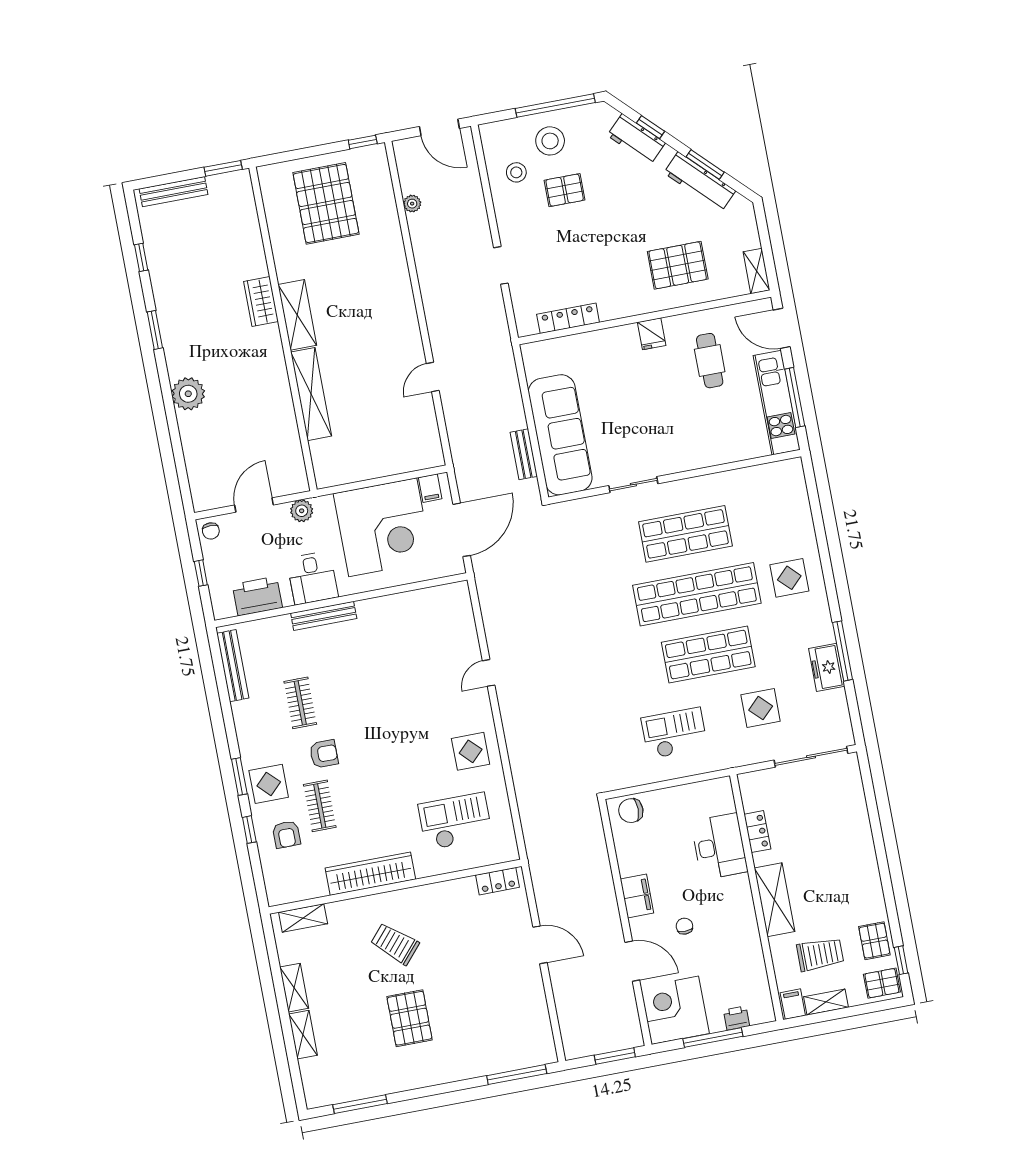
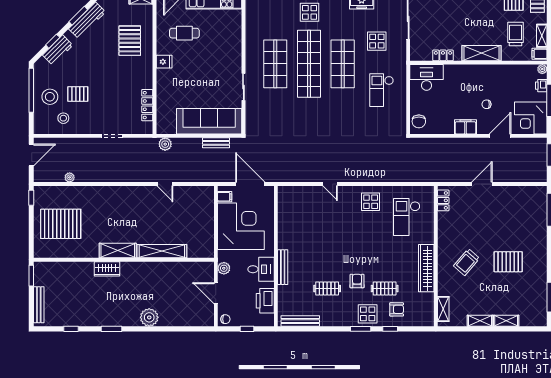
pallet: (565, 190) -> (78, 94), turned 90
plant: (504, 364) -> (165, 144), added
desk: (719, 846) -> (427, 77), moved
plant: (766, 1014) -> (542, 69), added

